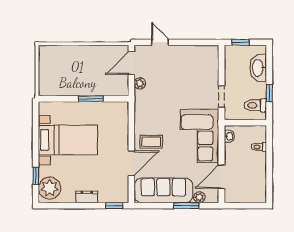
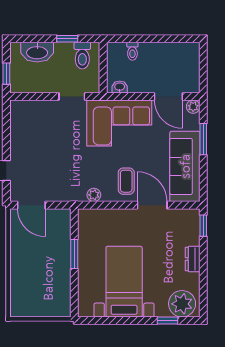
plant: (140, 83) -> (94, 195), moved
plant: (199, 197) -> (193, 107), moved

